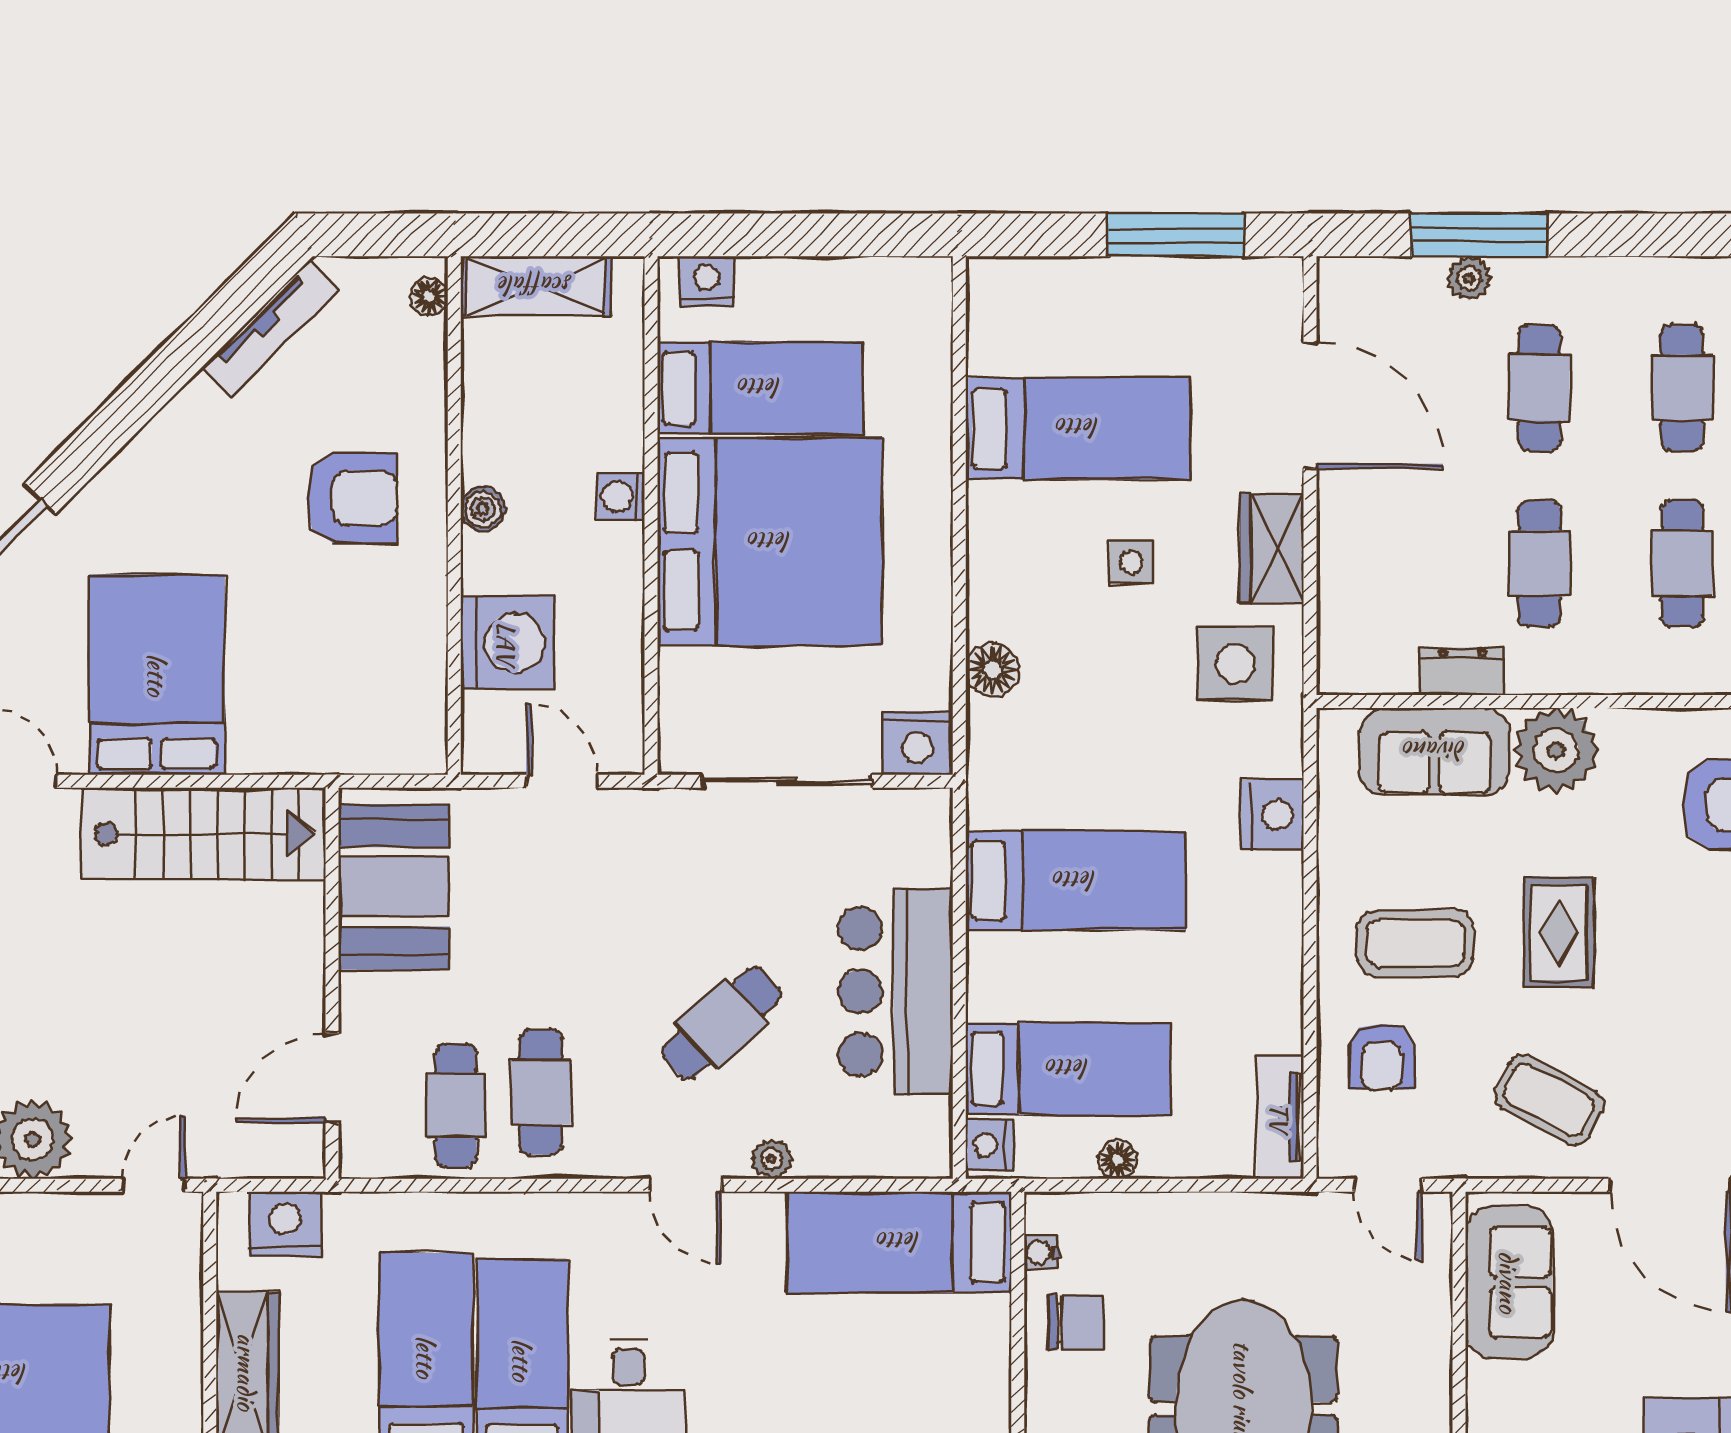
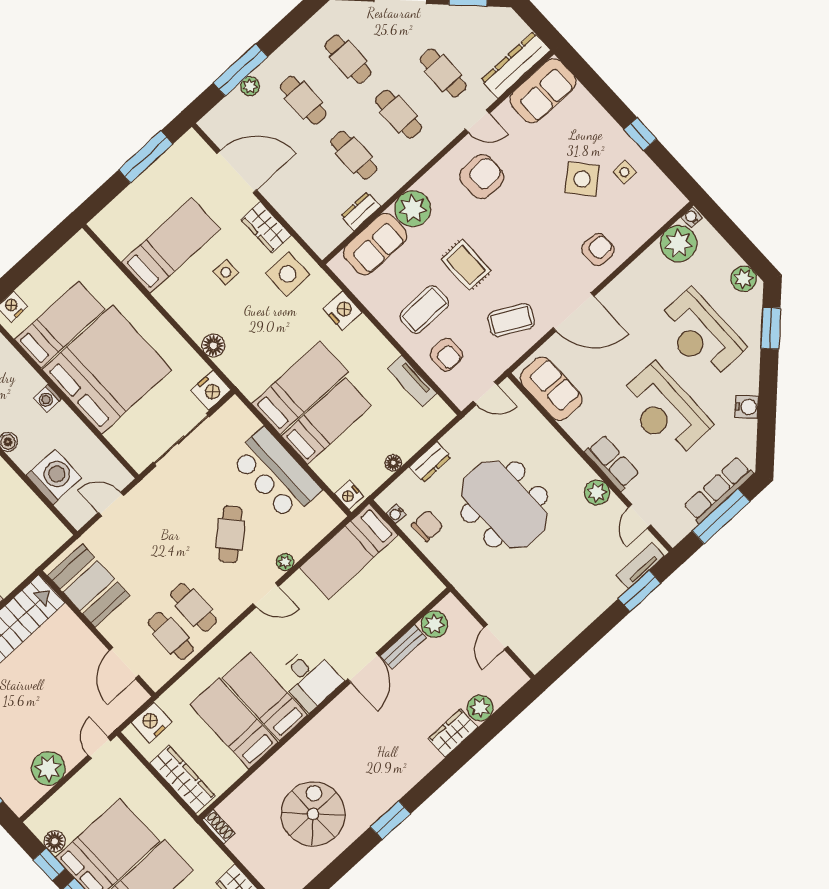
bed: (1068, 1069) -> (326, 421), moved
tv unit: (1280, 1117) -> (412, 381), moved
dresser: (1182, 1217) -> (430, 462), added

